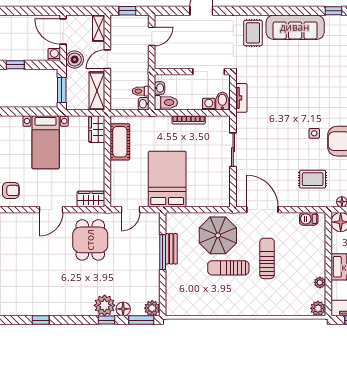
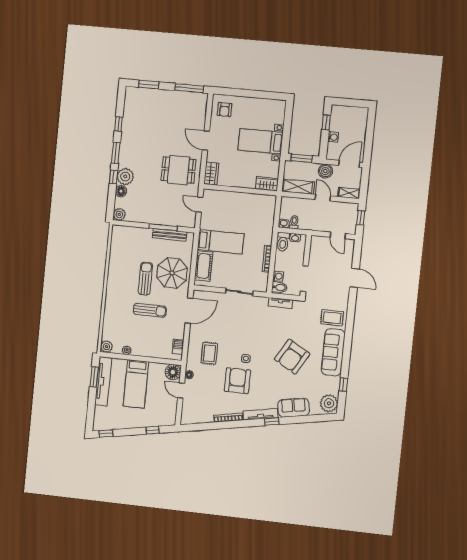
washing machine: (54, 54) -> (333, 137), moved
armchair: (306, 77) -> (292, 357), added
cot: (120, 142) -> (204, 266), moved, turned 90
bed: (167, 179) -> (221, 242), width x0.67
bench: (171, 249) -> (170, 235), width x1.36
window: (141, 320) -> (116, 153), moved

